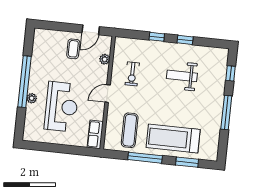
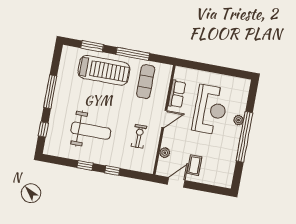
weight bench: (182, 76) -> (91, 131), width x1.36, depth x1.33
reception desk: (62, 107) -> (210, 110), turned 180
row of seats: (95, 134) -> (177, 94), moved

